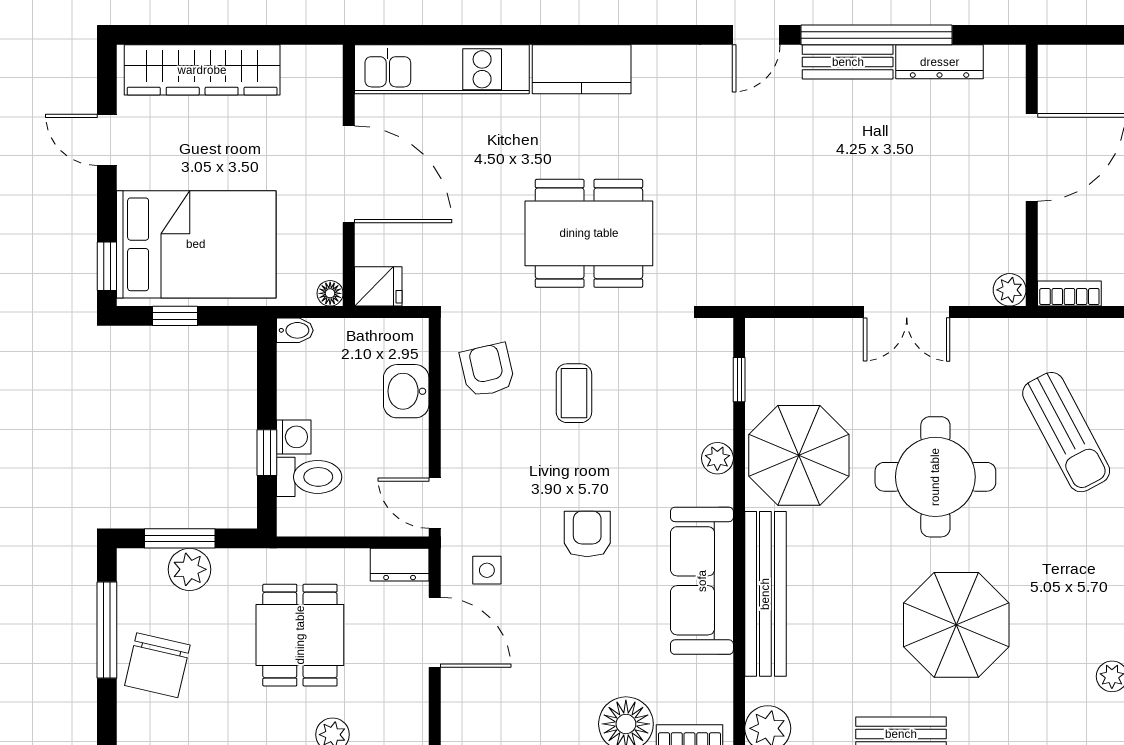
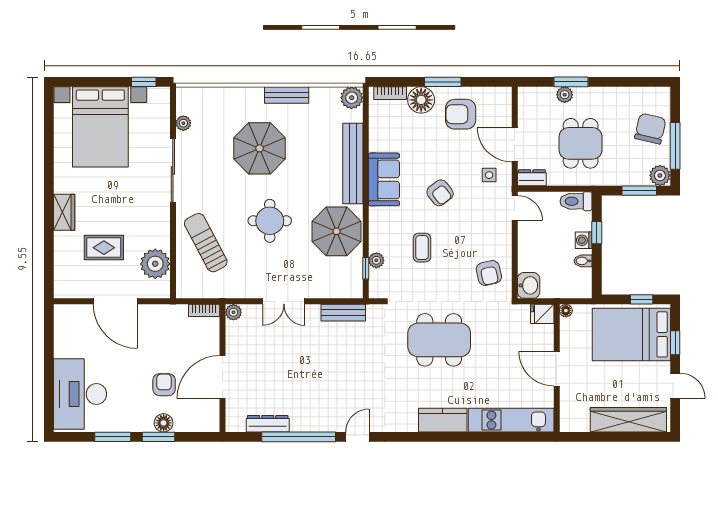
bench: (848, 62) -> (343, 313), moved
door: (349, 174) -> (557, 369), width x0.73
window: (107, 266) -> (675, 343), moved
double door: (907, 312) -> (284, 301), swing flipped
bidet: (295, 330) -> (583, 261), moved
washbasin: (406, 391) -> (529, 285), moved
coffee table: (574, 393) -> (422, 248), moved
plant: (717, 458) -> (376, 260), moved
toilet: (309, 477) -> (576, 201), moved
round table: (935, 477) -> (270, 221), width x0.73, depth x0.73
armchair: (587, 534) -> (440, 193), turned -38
plant: (189, 569) -> (660, 175), moved
sofa: (702, 581) -> (384, 179), width x0.73
armchair: (545, 695) -> (461, 114), added

